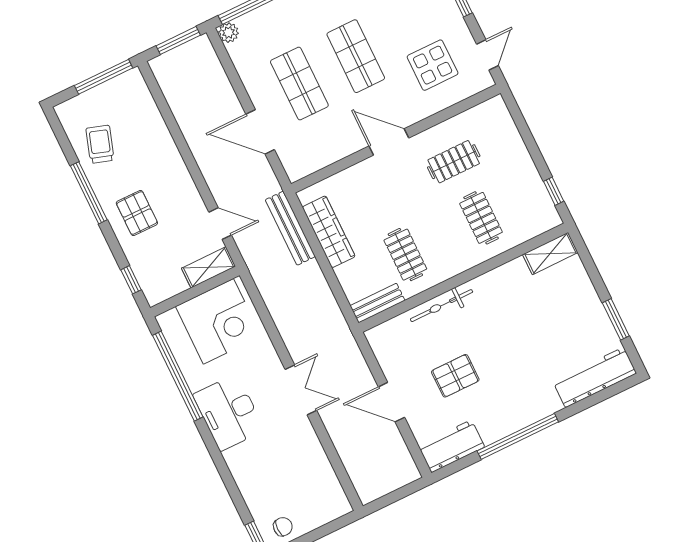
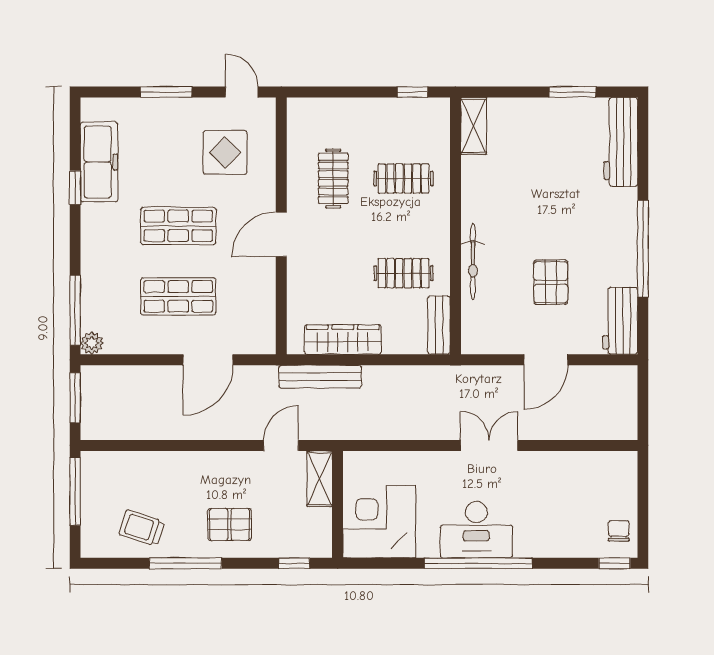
corner desk: (218, 321) -> (379, 522), moved, turned -90
window: (178, 376) -> (478, 563), moved

